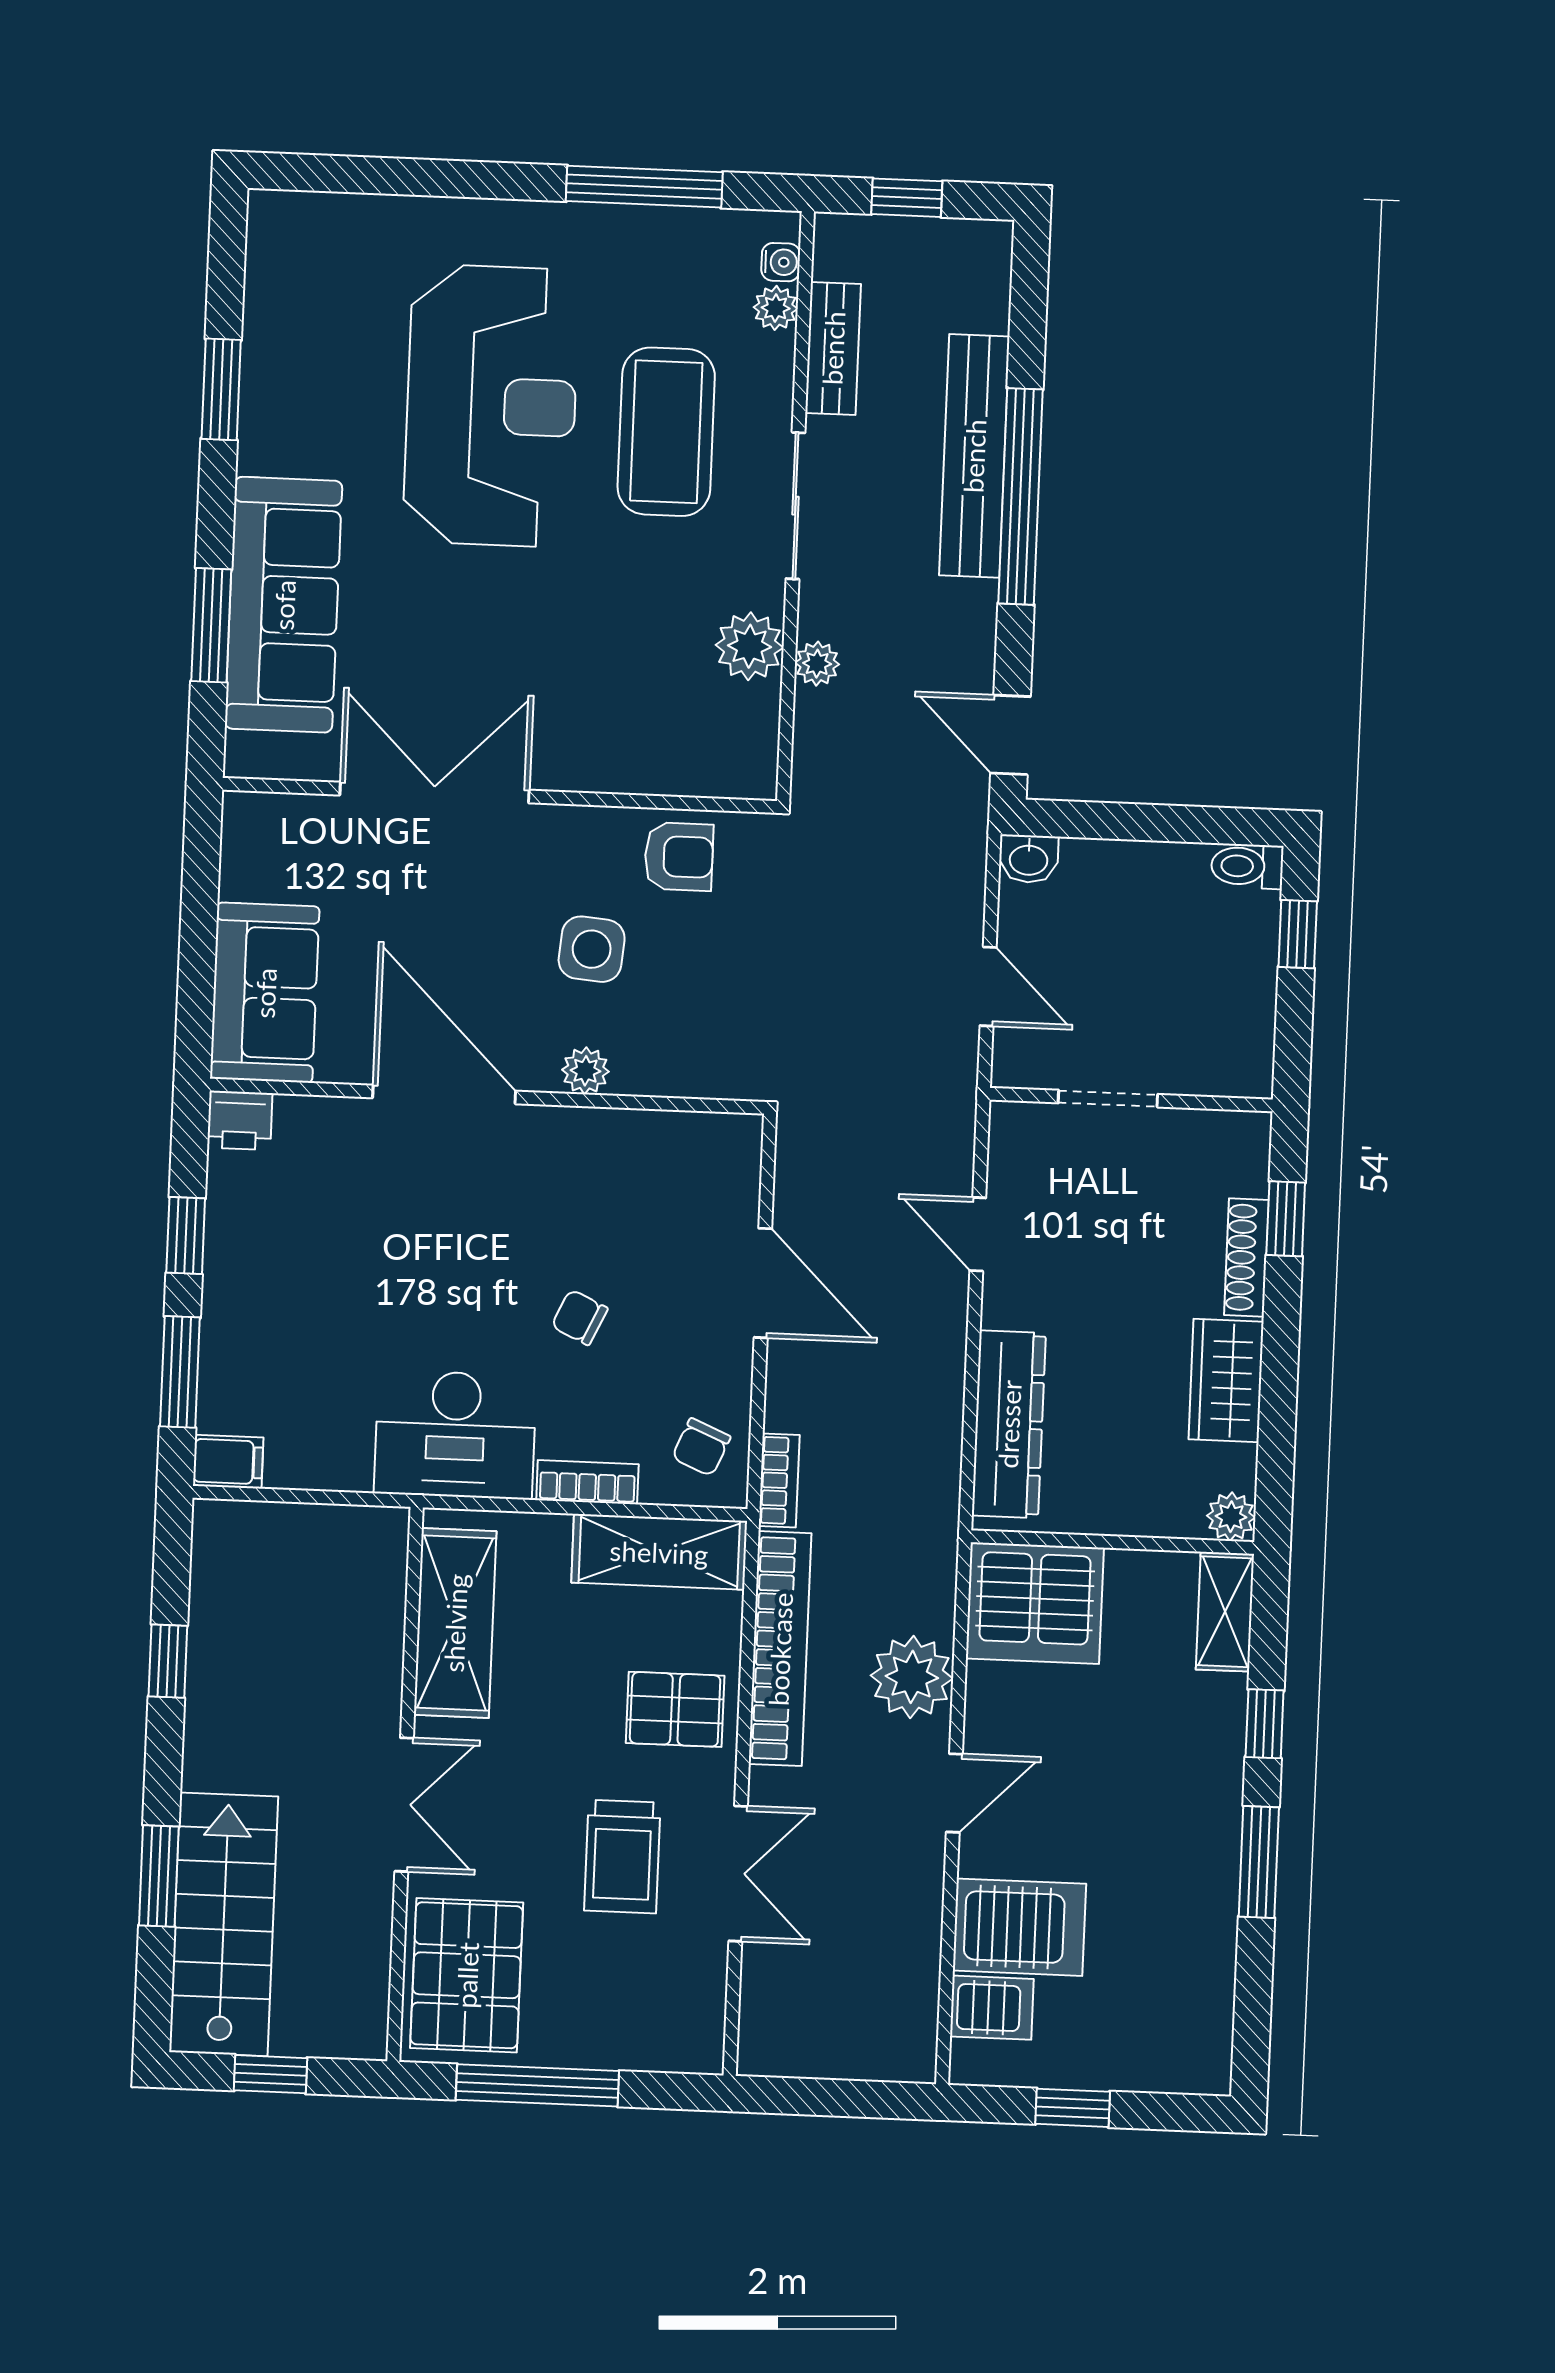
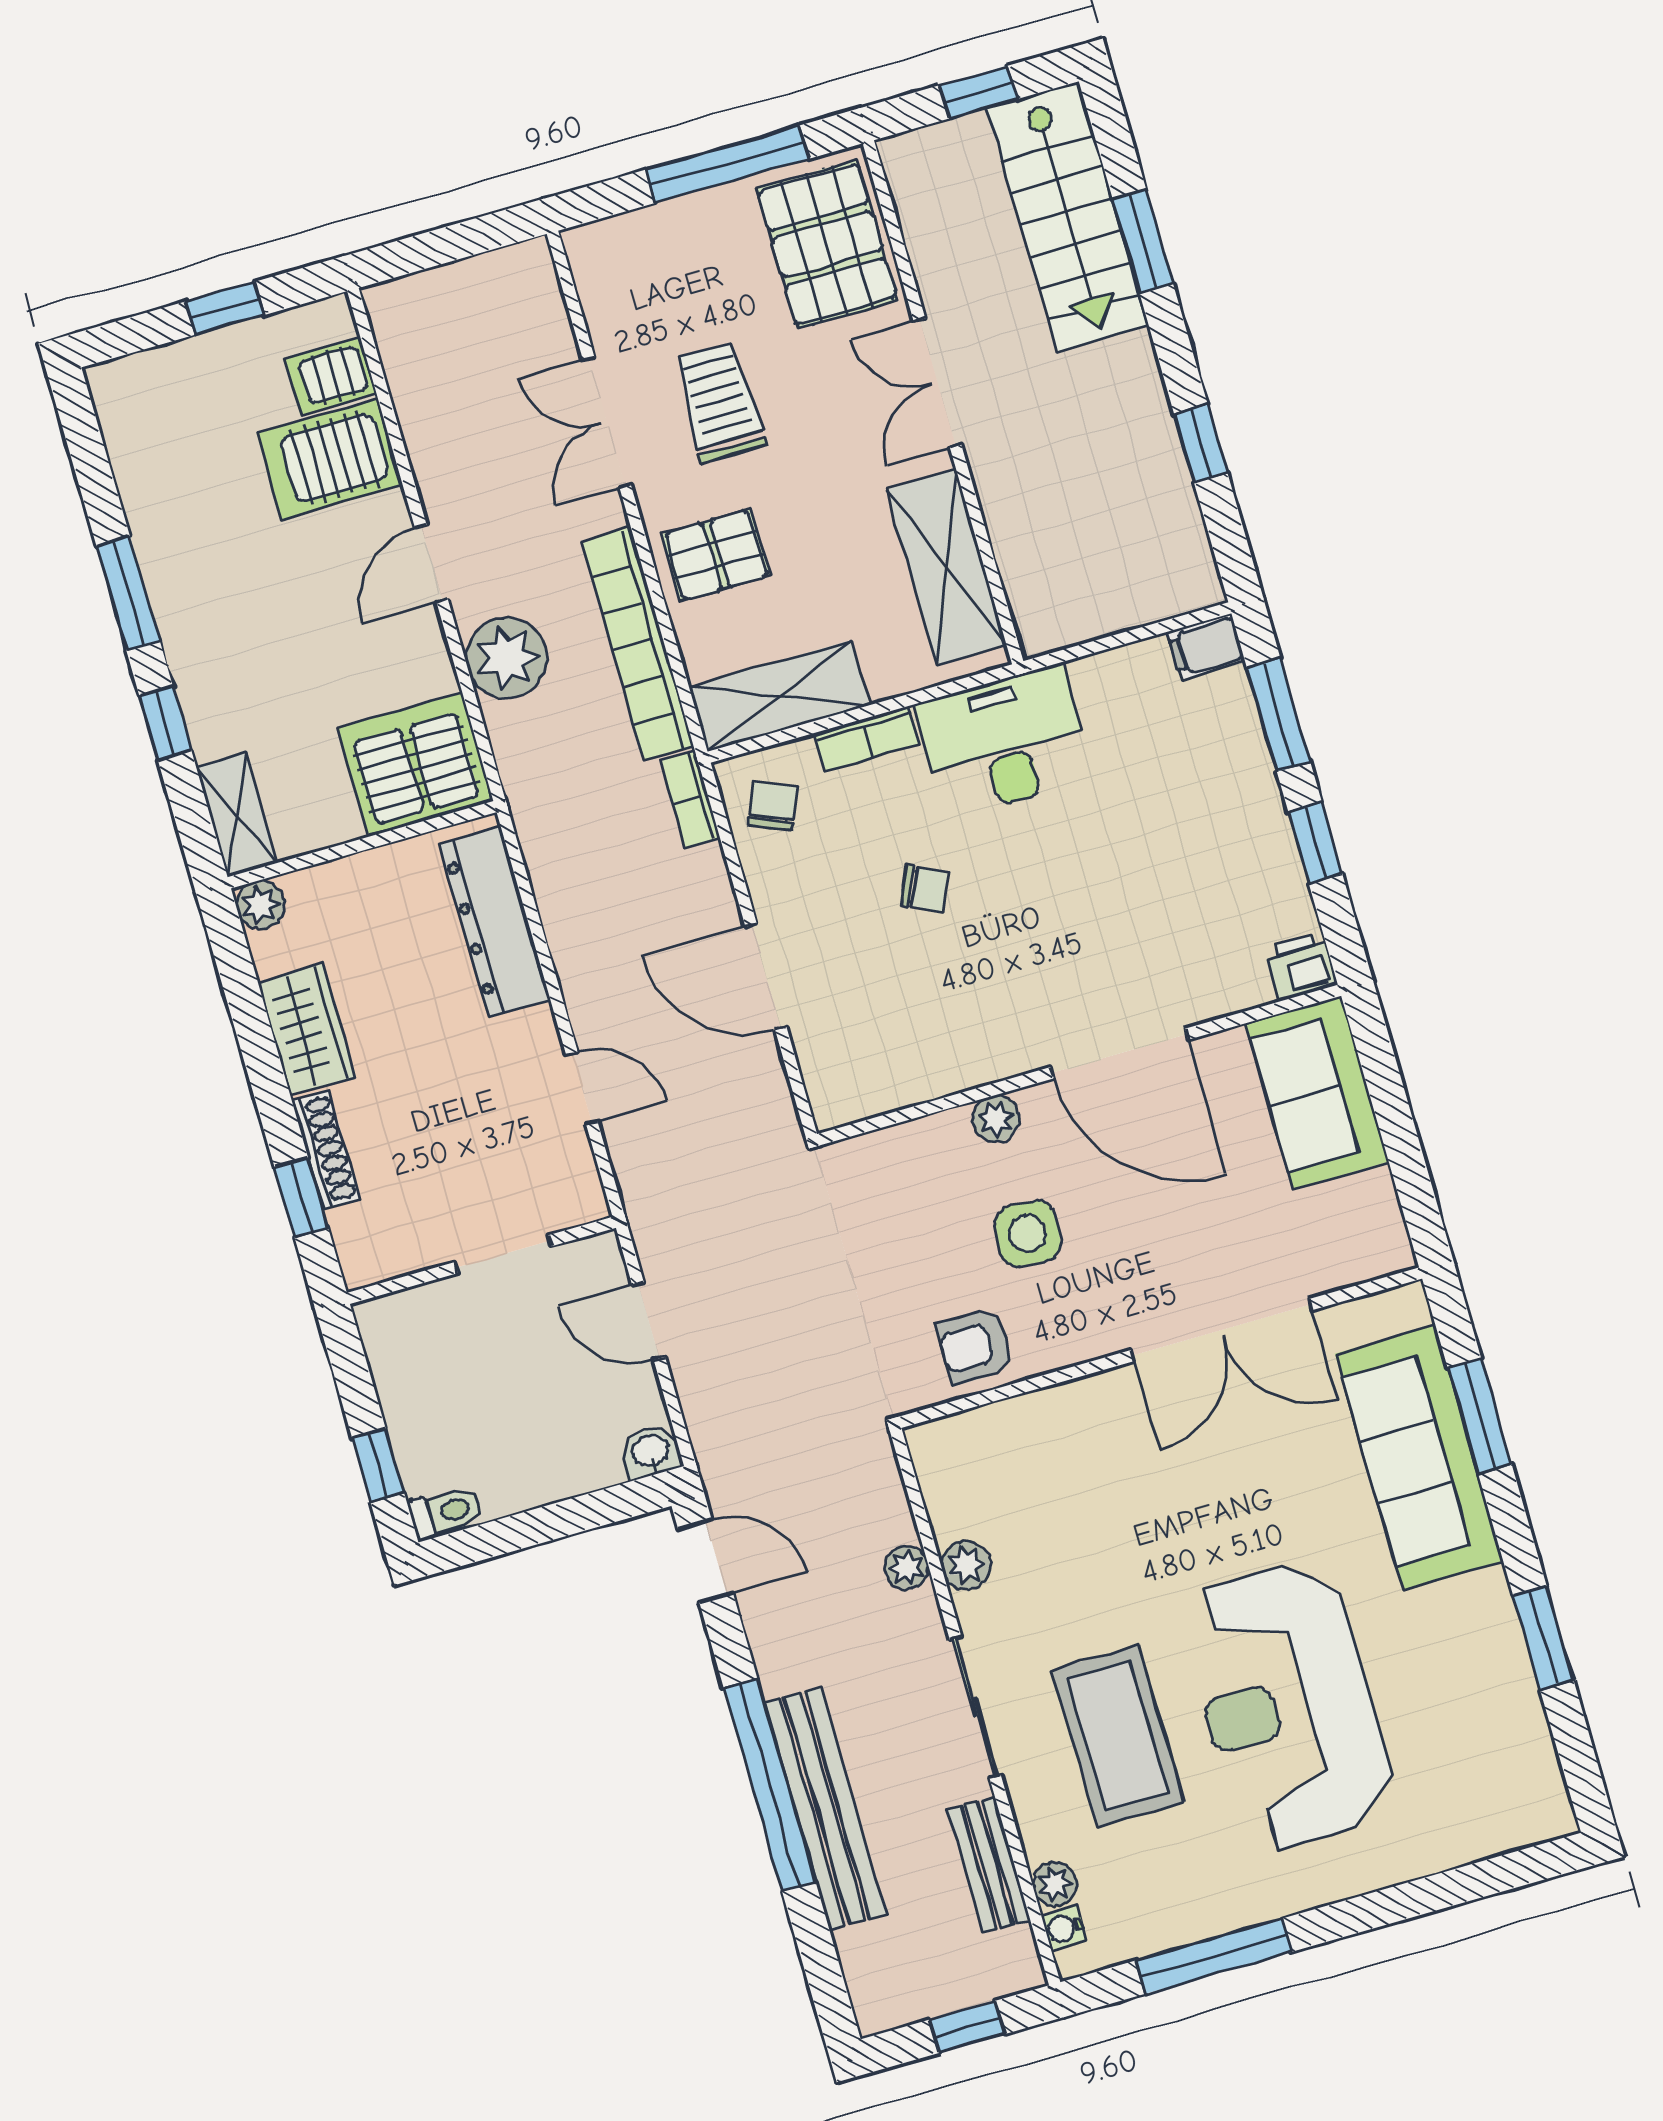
plant: (749, 646) -> (966, 1565), width x0.73, depth x0.73

